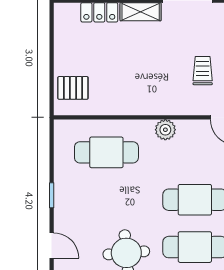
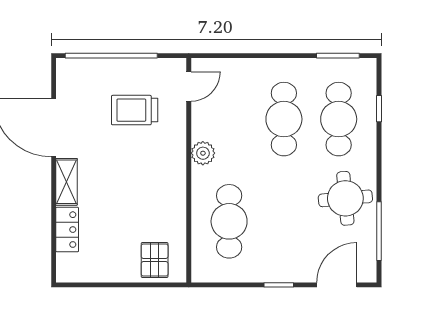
trolley: (203, 71) -> (135, 110), width x1.36, depth x1.39
door: (52, 245) -> (337, 285), width x1.38

